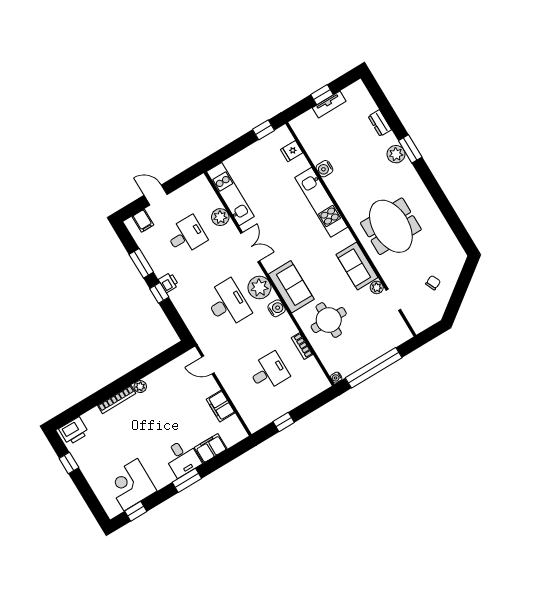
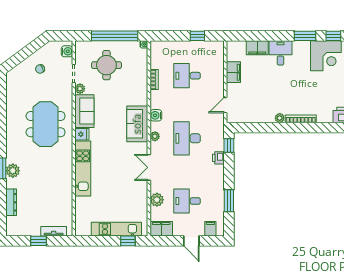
tv unit: (329, 105) -> (54, 231), moved
dresser: (380, 123) -> (11, 202), width x1.44
window: (264, 130) -> (128, 241), moved
fridge: (292, 151) -> (82, 134), moved
water cooler: (324, 169) -> (67, 51), moved
filing cabinet: (196, 188) -> (161, 229), added
kitchen unit: (230, 194) -> (116, 229), moved, turned 90
printer: (169, 283) -> (218, 158), moved
plant: (259, 288) -> (155, 136), width x0.53, depth x0.53
window: (159, 293) -> (229, 145), moved
round table: (329, 320) -> (106, 65), moved
door: (208, 365) -> (225, 105), swing flipped
window: (187, 480) -> (305, 36), moved

